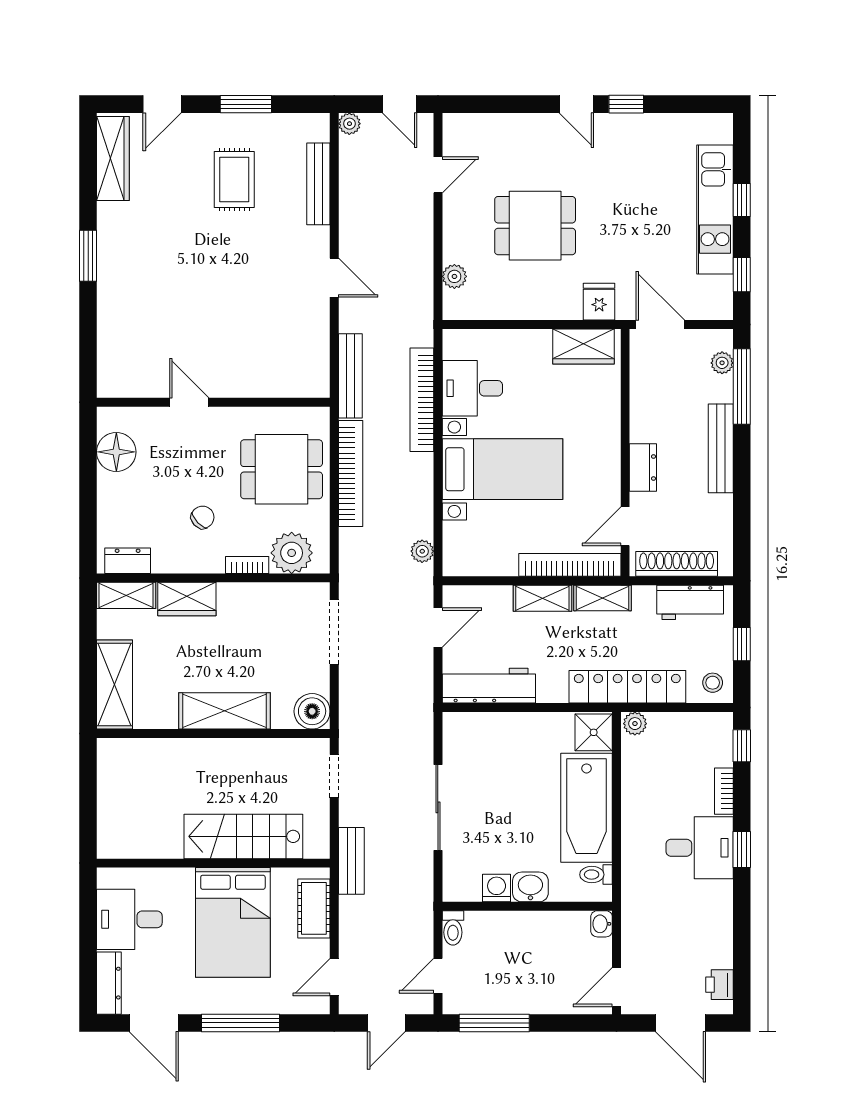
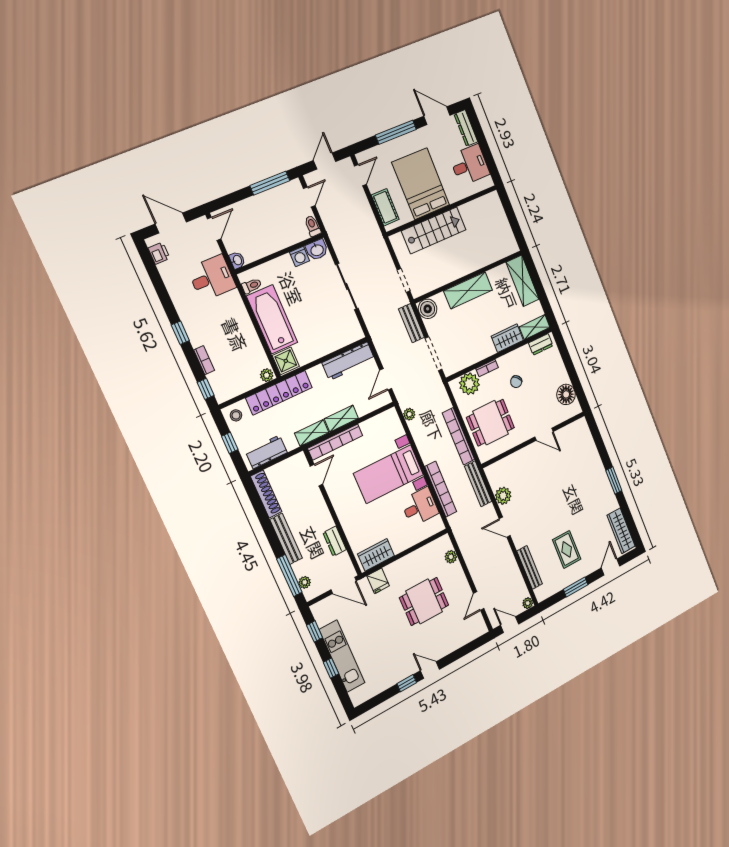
plant: (313, 333) -> (503, 496), added
dresser: (643, 468) -> (335, 541), moved
shoe rack: (677, 564) -> (266, 494), moved, turned -90
desk: (700, 848) -> (212, 278), moved, turned 180
bench: (351, 861) -> (412, 323), moved
washbasin: (530, 887) -> (317, 250), moved

